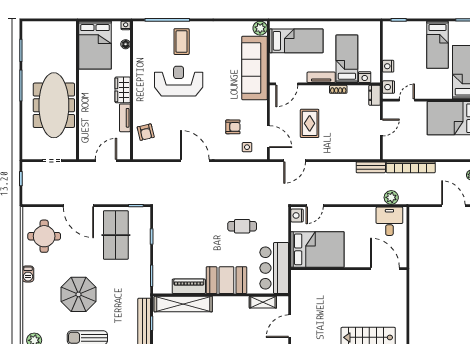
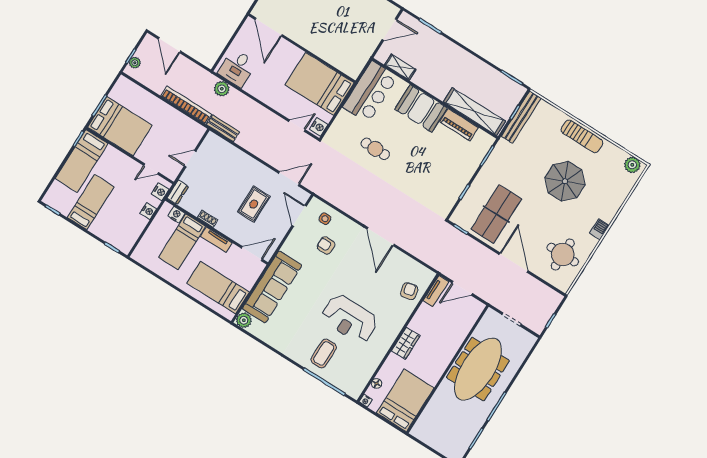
tv unit: (125, 118) -> (436, 291), moved

